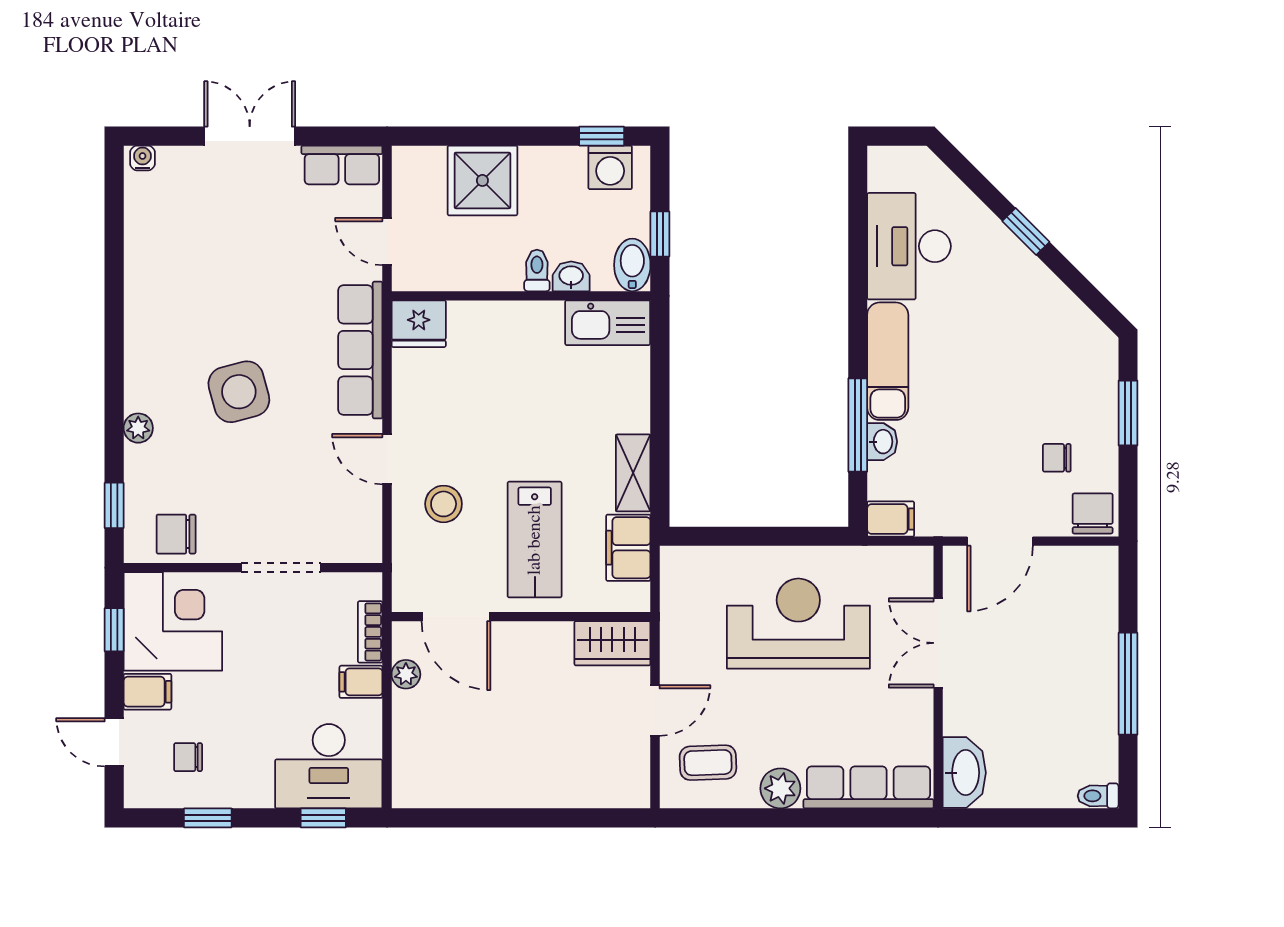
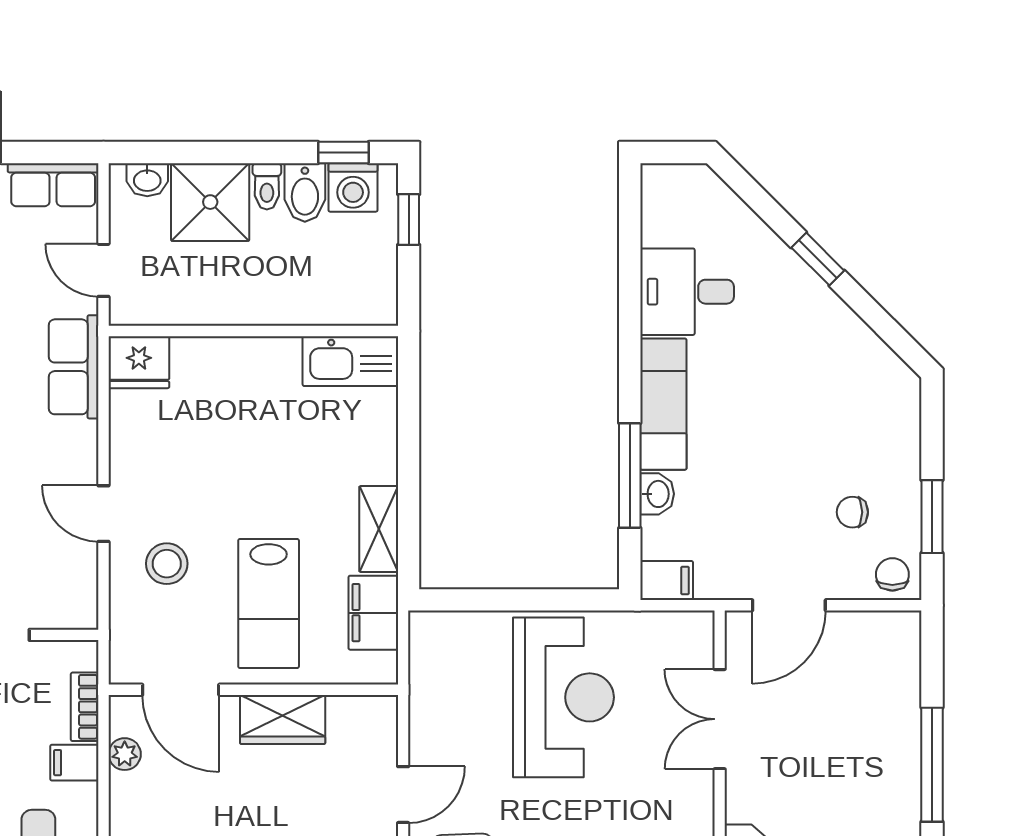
window: (660, 234) -> (409, 220), moved
desk: (909, 246) -> (687, 292), width x0.73
bidet: (632, 265) -> (305, 192), moved, turned 180
toilet: (537, 270) -> (267, 186), moved, turned 180
washbasin: (571, 276) -> (147, 180), moved, turned 180
row of seats: (360, 350) -> (74, 367), width x0.68
window: (1128, 413) -> (932, 517), moved
chair: (1093, 514) -> (892, 574), width x0.73, depth x0.73
reception desk: (798, 624) -> (563, 697), turned 90
wardrobe: (612, 643) -> (283, 719), moved

